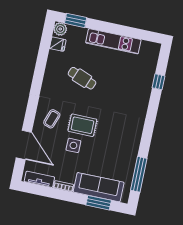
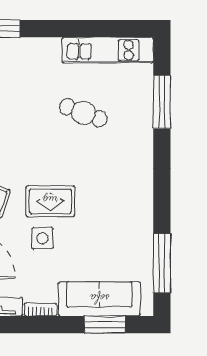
kitchen unit: (113, 41) -> (108, 50), moved
cafe table: (82, 78) -> (83, 113), moved
window: (158, 82) -> (162, 102), width x2.17

